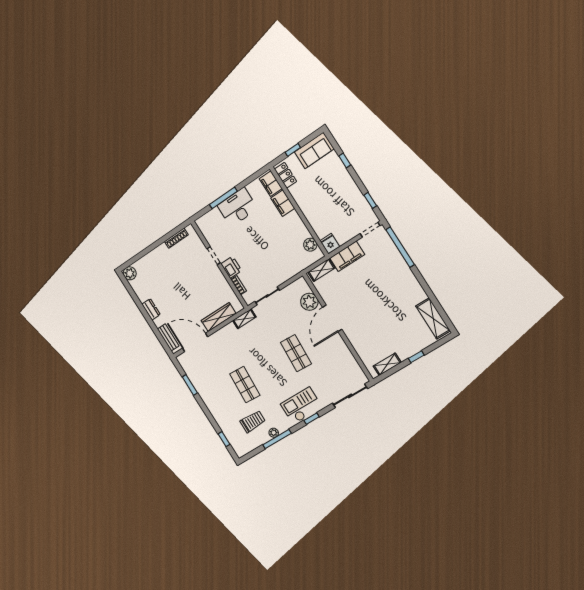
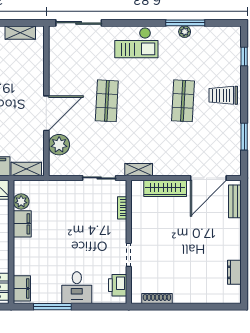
window: (223, 198) -> (52, 307), moved
filing cabinet: (283, 203) -> (22, 224), moved
desk: (237, 207) -> (77, 288), width x0.73
printer: (231, 267) -> (118, 285), moved
plant: (130, 273) -> (233, 295), removed
dresser: (151, 309) -> (234, 272), moved
door: (195, 342) -> (208, 178), hinge flipped
window: (312, 419) -> (134, 23), removed
trolley: (253, 421) -> (223, 95), moved

